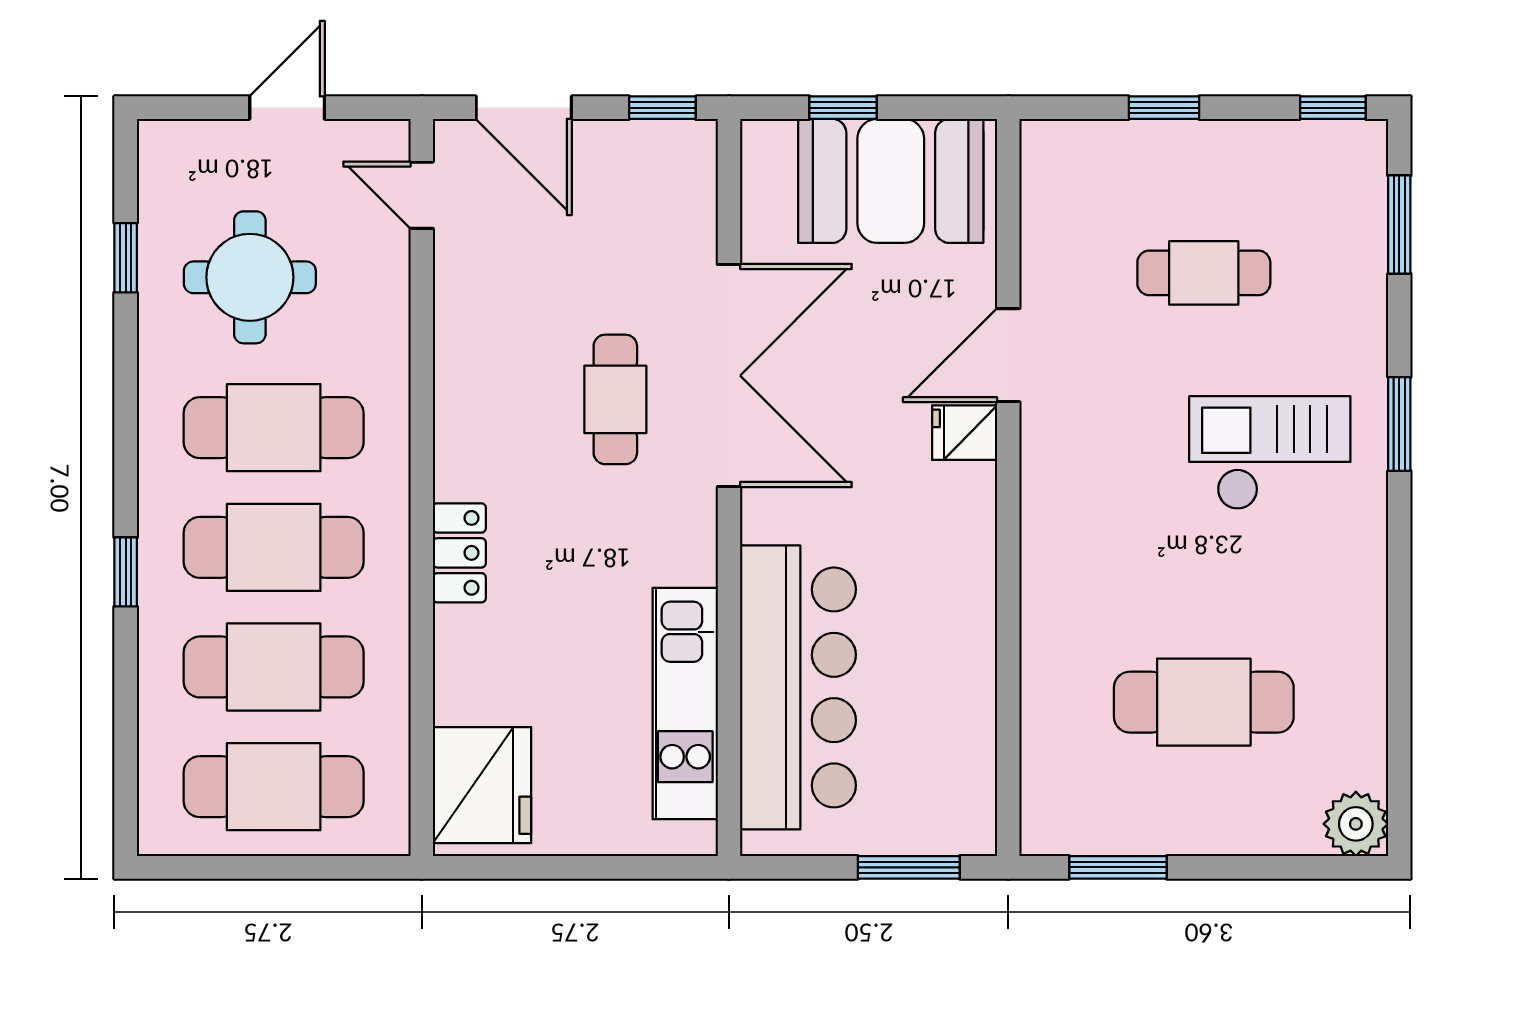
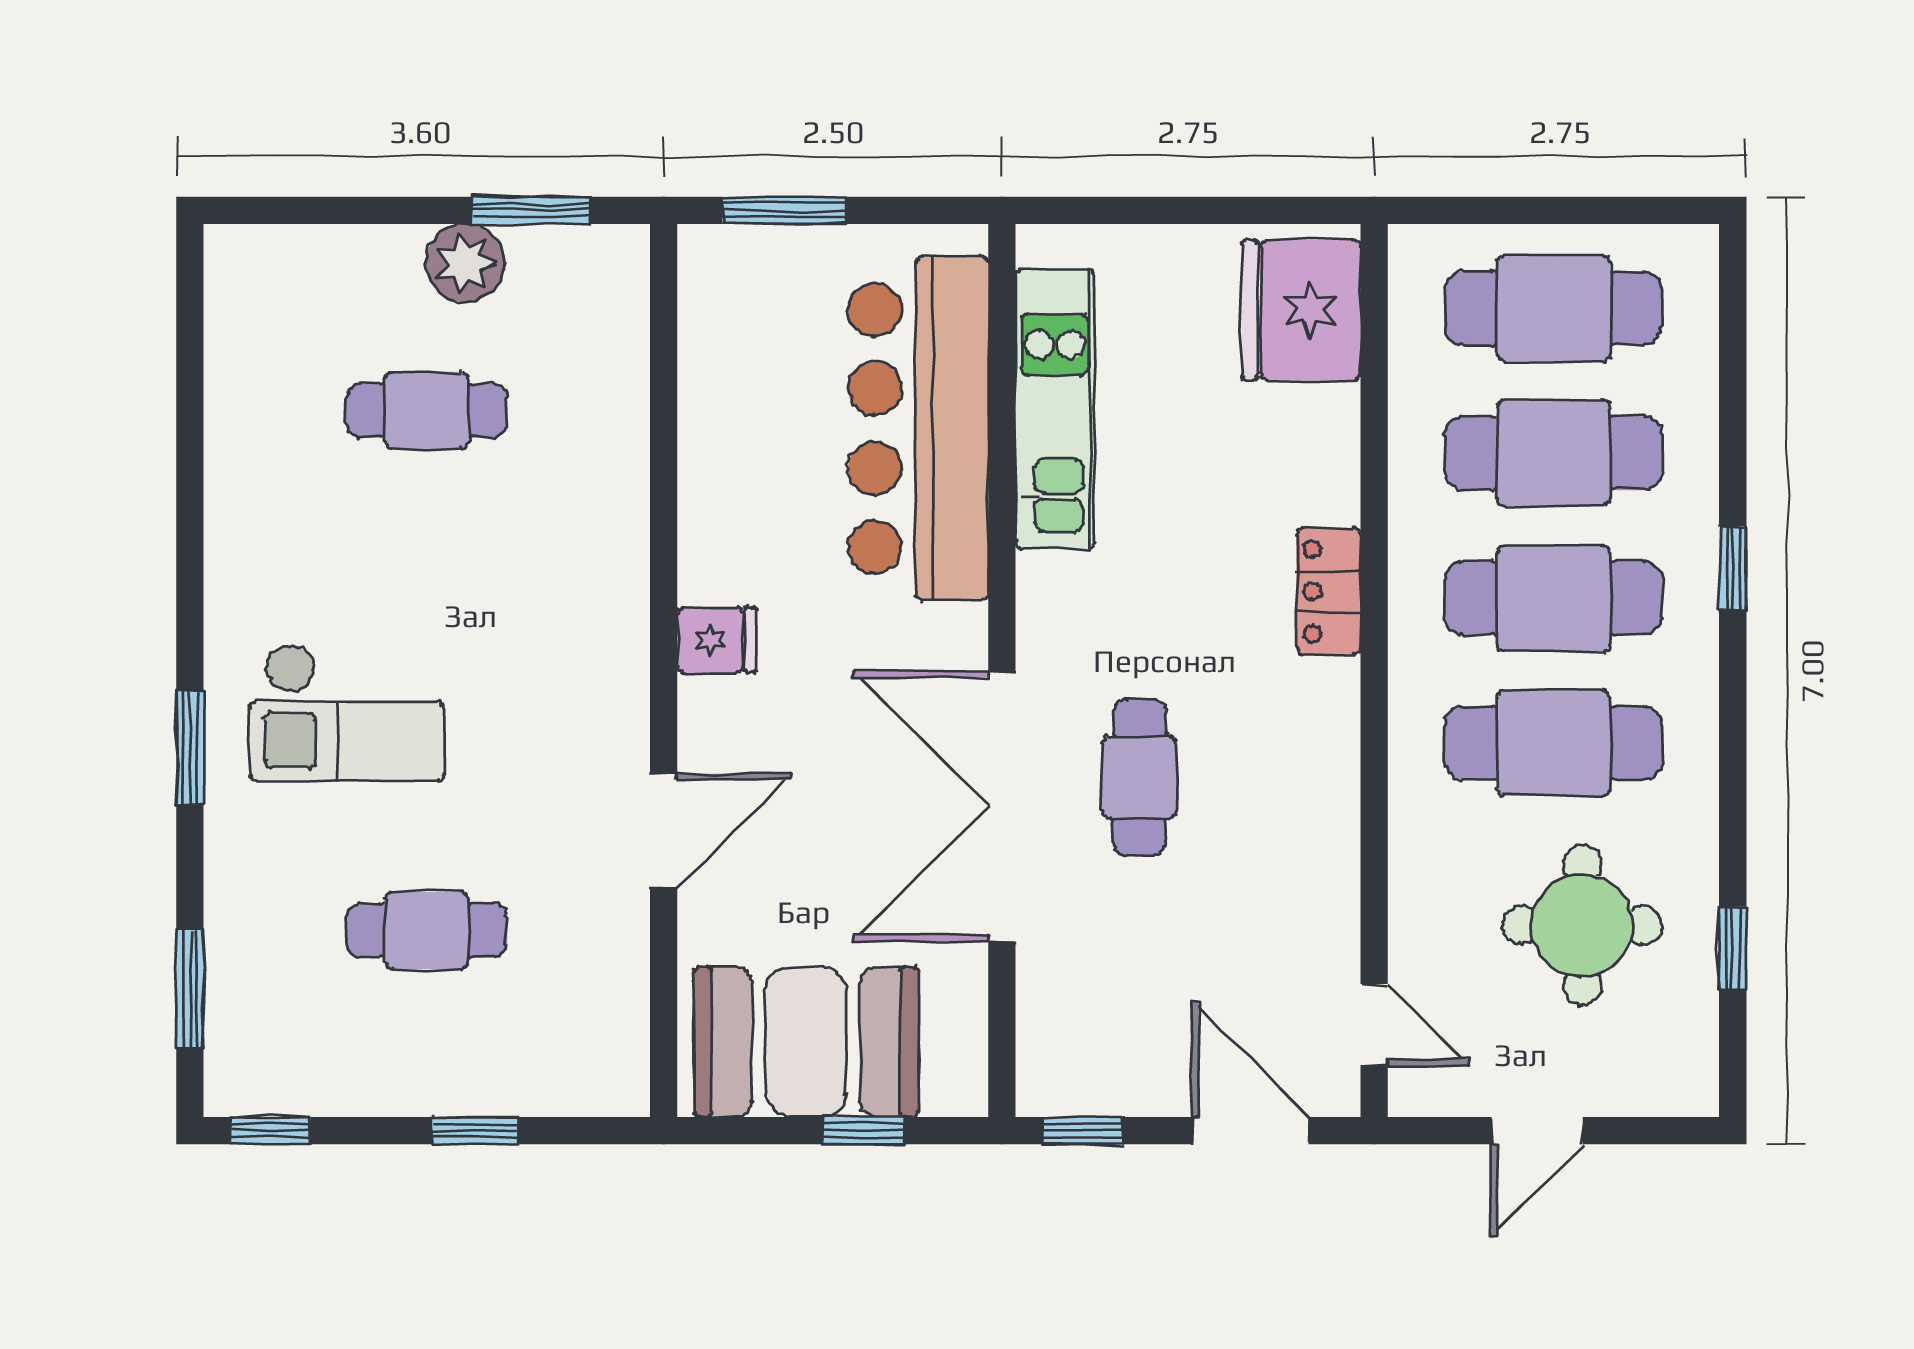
fridge: (965, 433) -> (716, 640), moved
cafe table: (1204, 702) -> (427, 411), width x0.73, depth x0.74
plant: (1356, 824) -> (465, 263), moved

